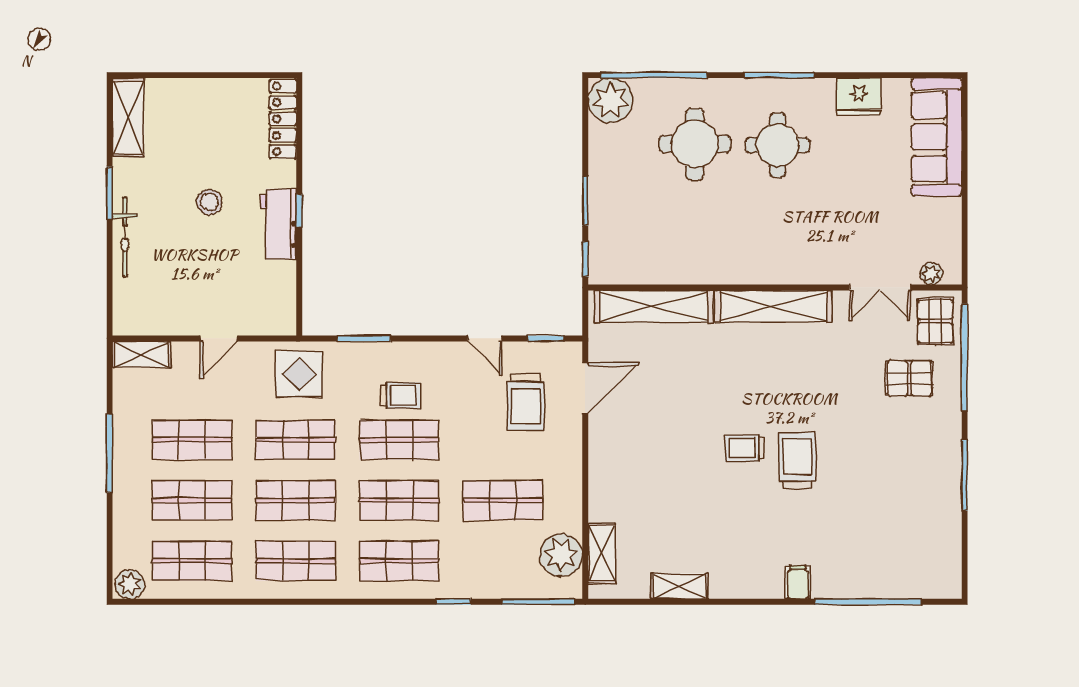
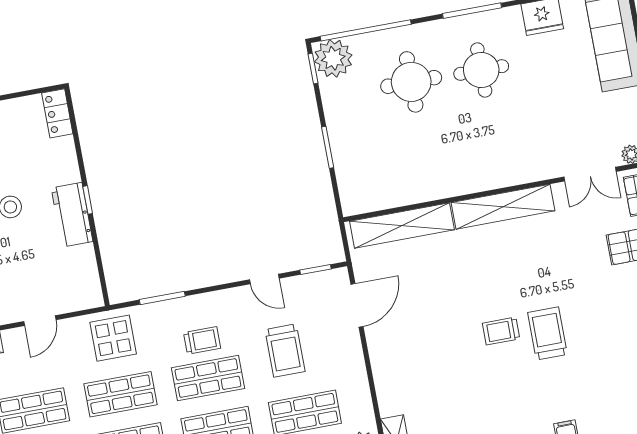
locker: (283, 119) -> (57, 113), width x0.66
window: (585, 259) -> (313, 69), moved
trolley: (526, 402) -> (285, 351), moved

